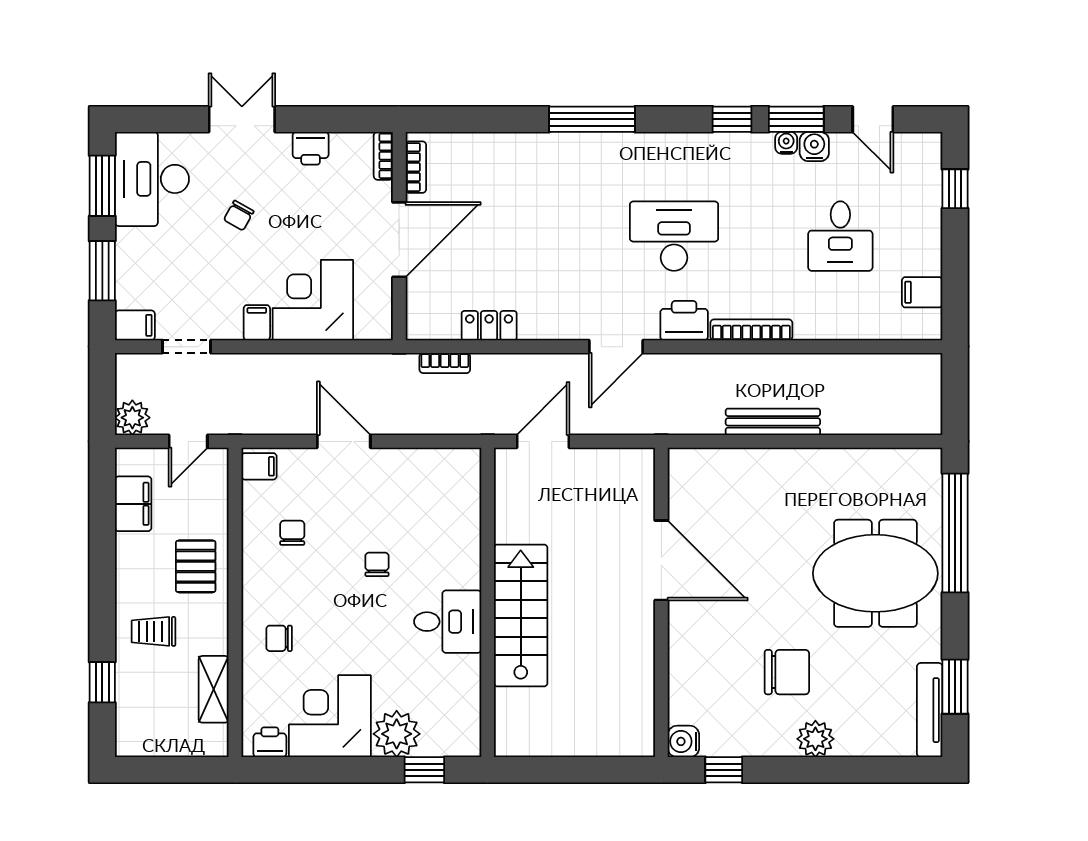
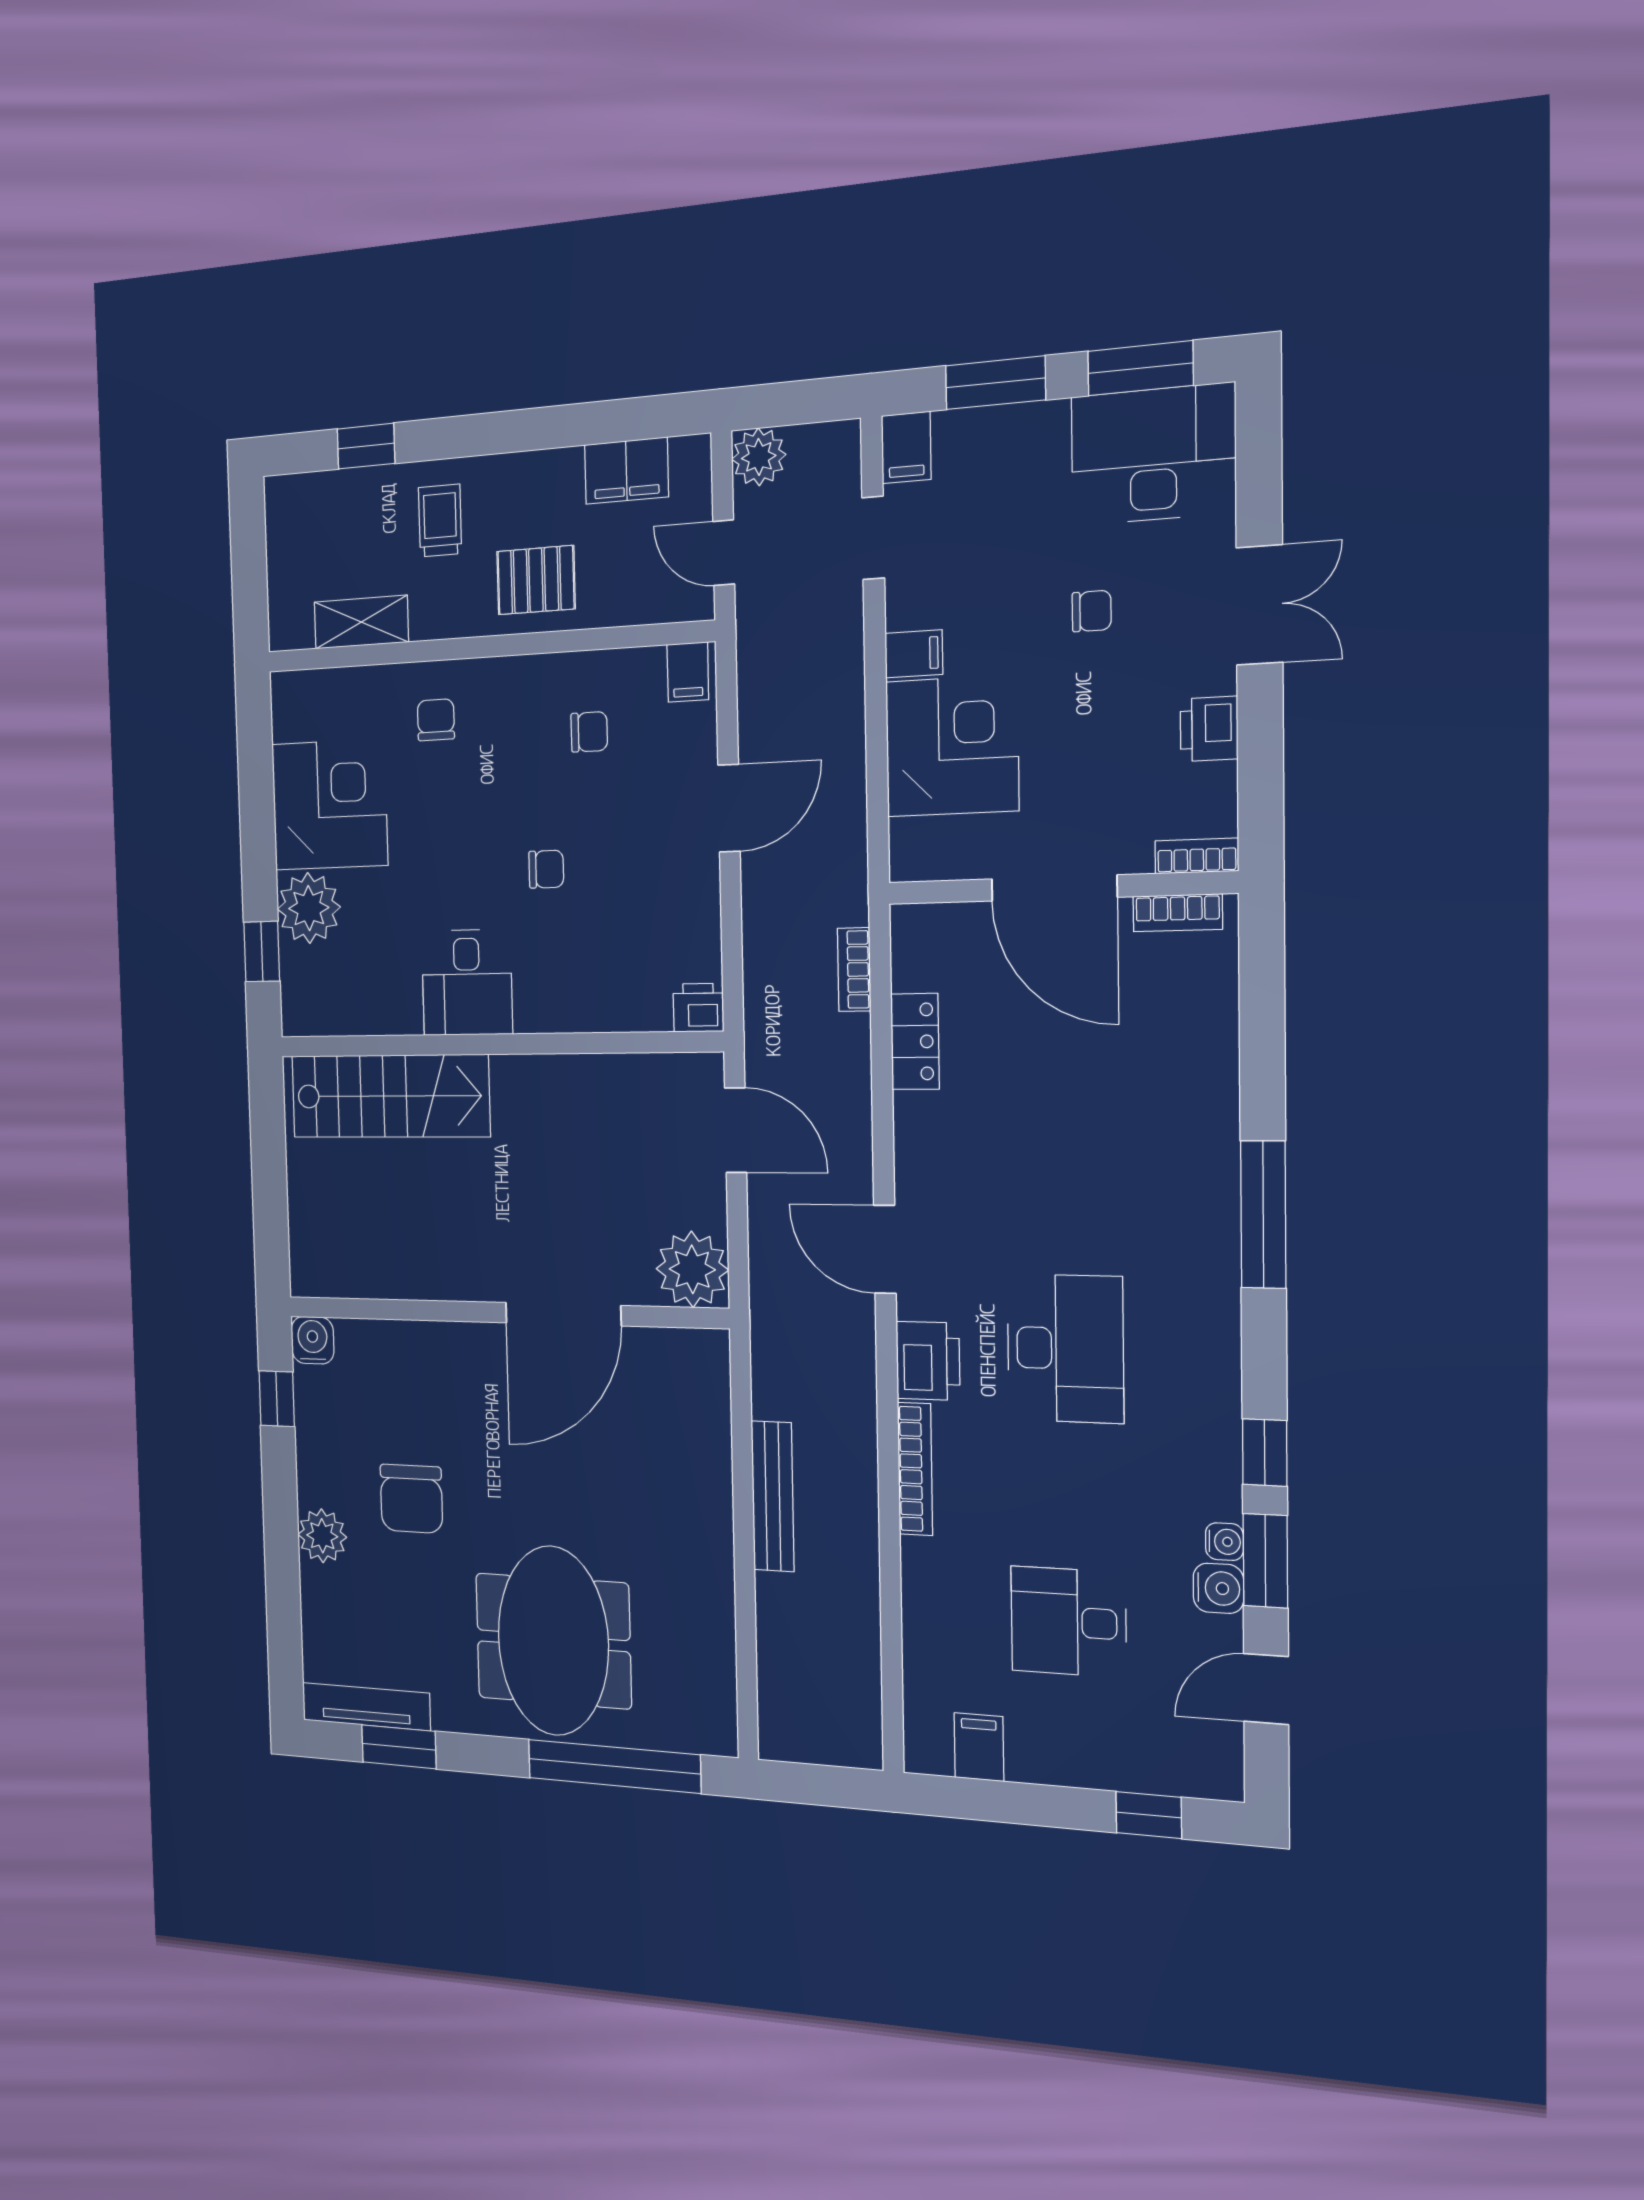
chair: (239, 216) -> (1092, 611), turned 151
plant: (631, 472) -> (692, 1269), added
stairs: (521, 615) -> (390, 1096), moved
printer: (270, 742) -> (698, 1008), moved, turned -90

